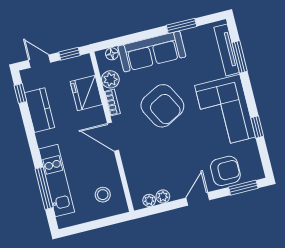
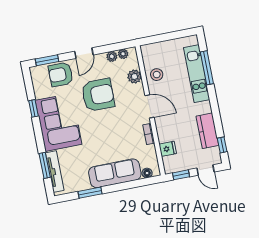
plant: (110, 79) -> (134, 77), moved
fridge: (86, 93) -> (168, 149), width x0.53, depth x0.75
armchair: (162, 106) -> (98, 95), moved, turned 118
stool: (103, 195) -> (157, 75), moved

